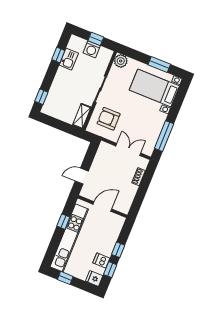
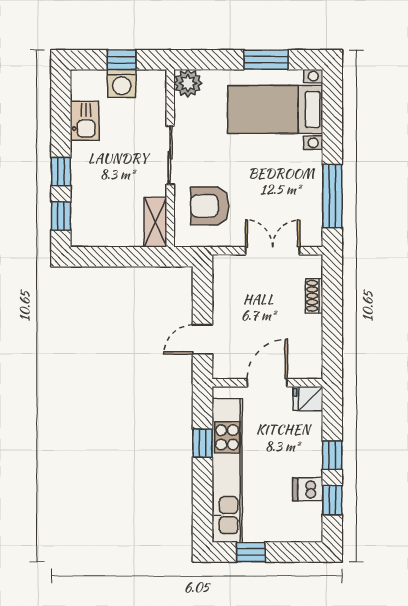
window: (58, 55) -> (61, 171), moved
fridge: (94, 278) -> (308, 399), moved

